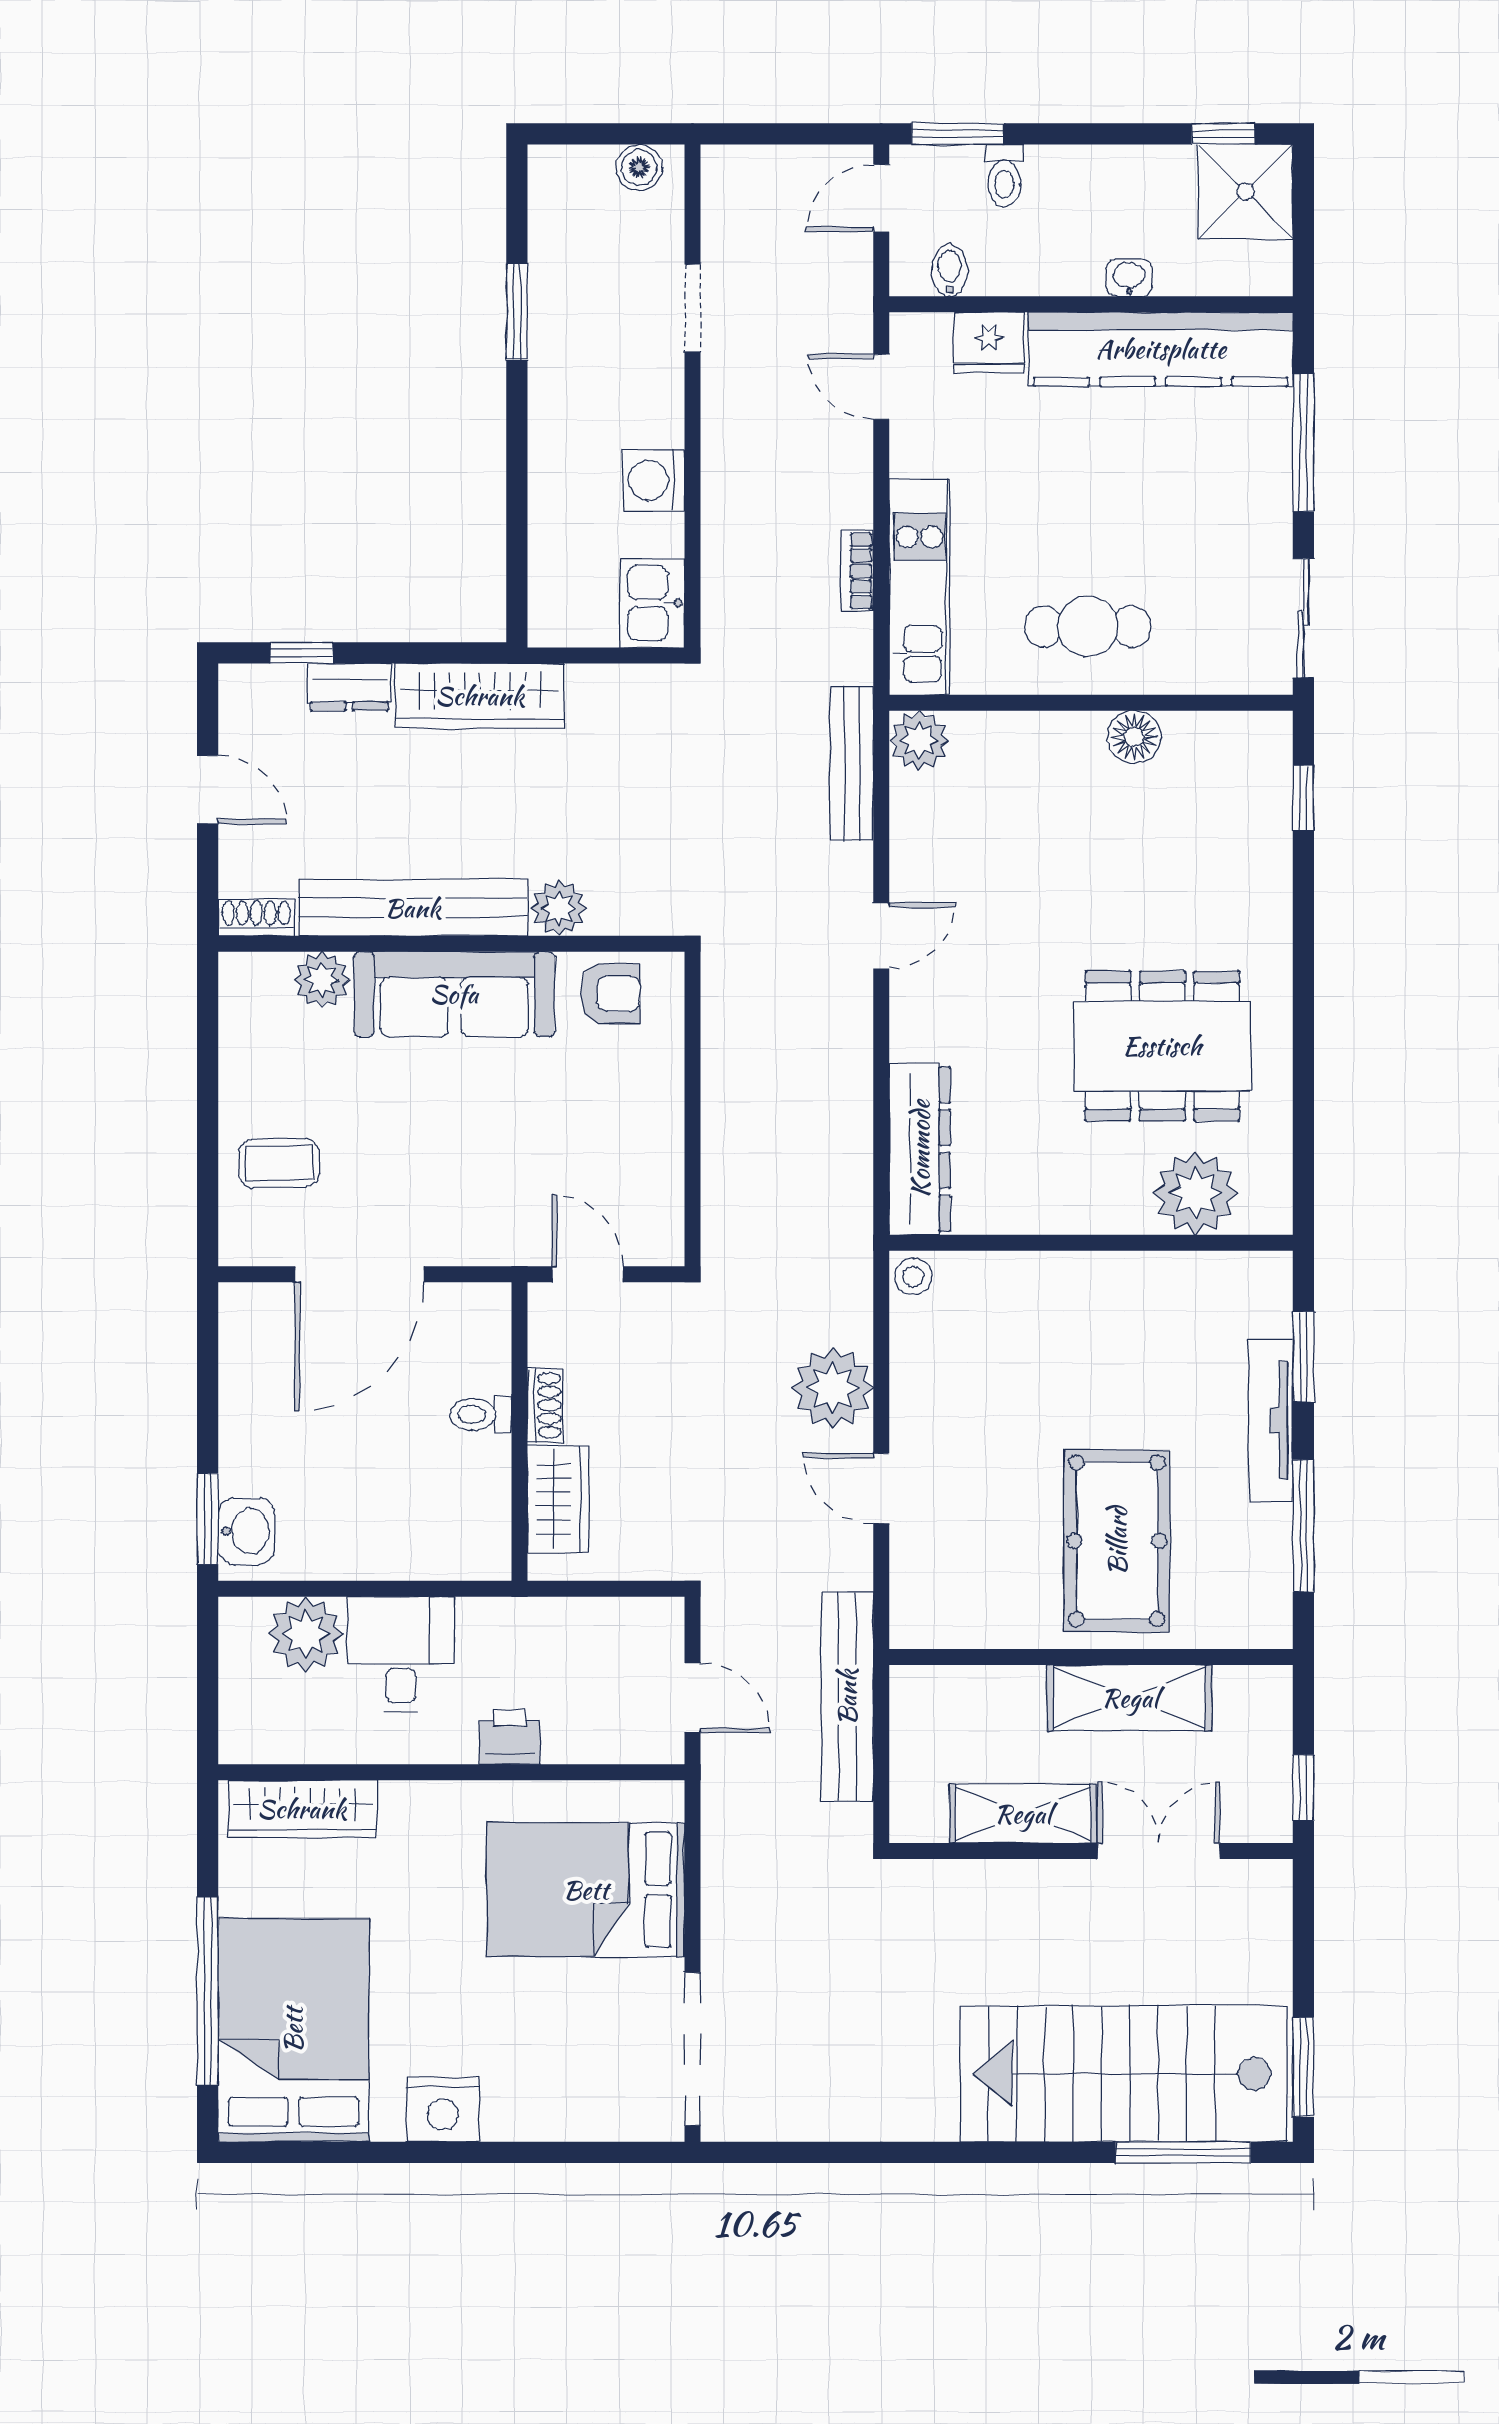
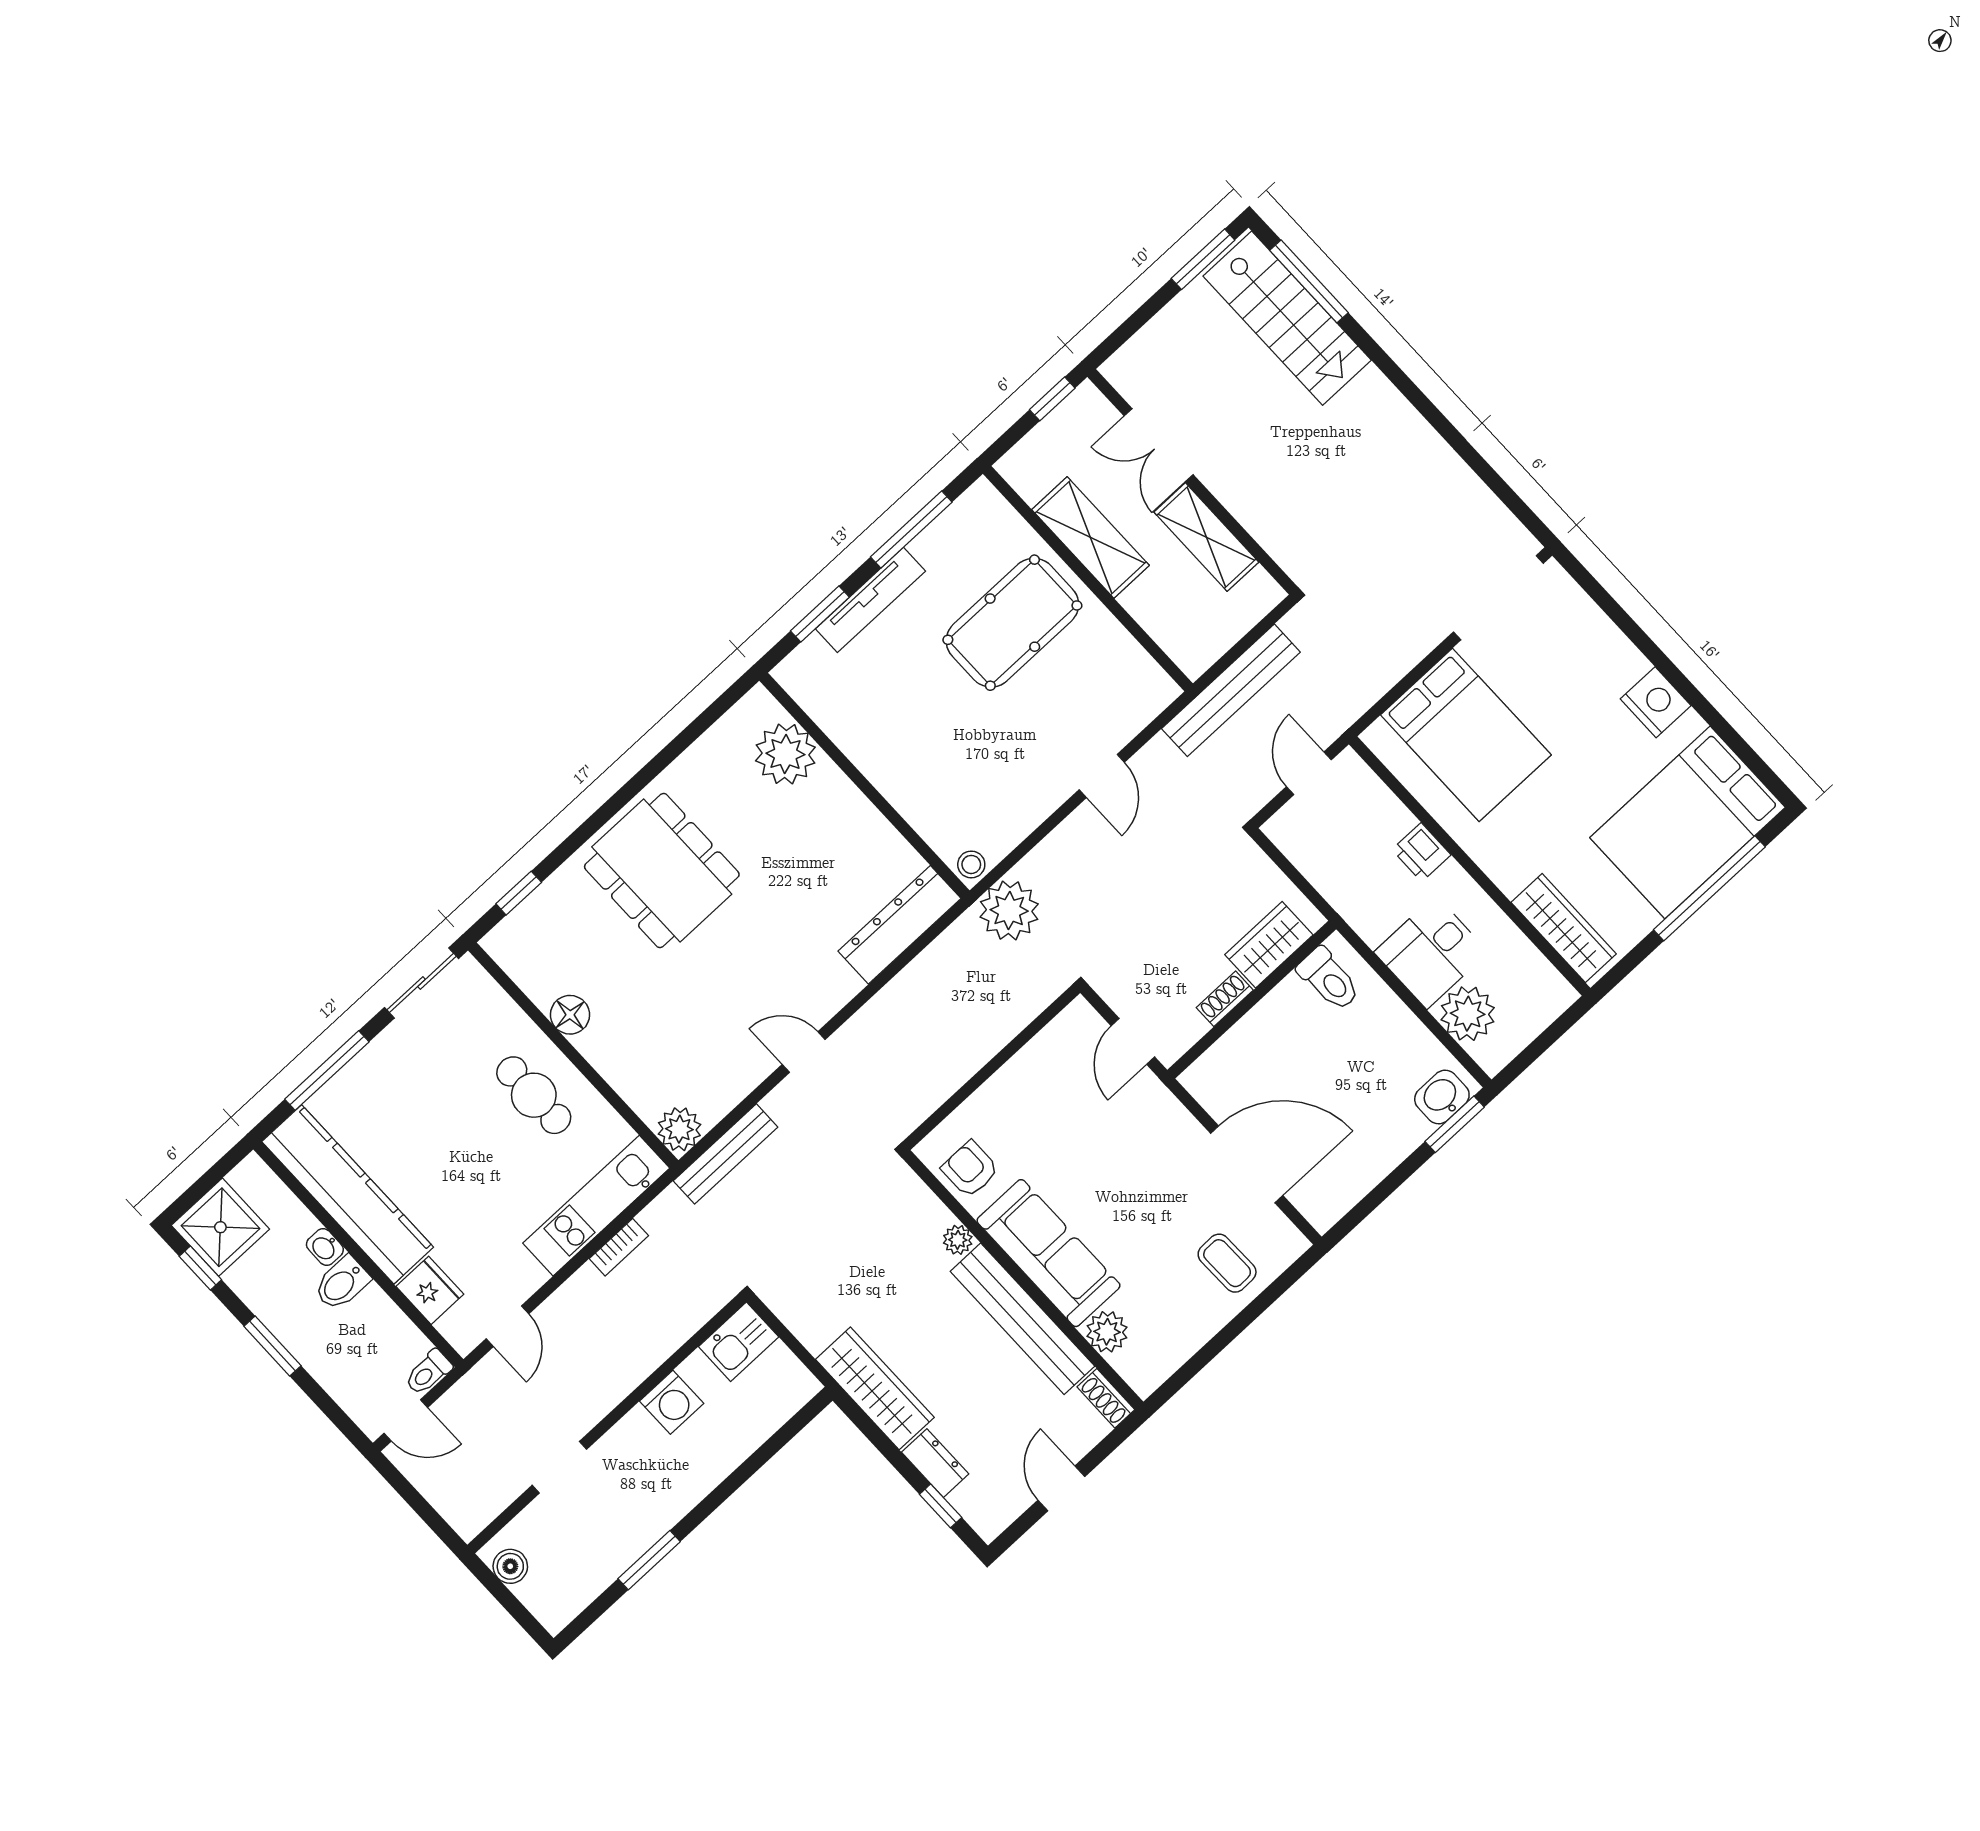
window: (958, 134) -> (272, 1346), moved
toilet: (1004, 176) -> (428, 1372), moved, turned 180
bidet: (950, 270) -> (342, 1283), moved, width x1.38, depth x1.36
plant: (559, 908) -> (958, 1240), width x0.73, depth x0.73
dining table: (1162, 1046) -> (662, 871), moved
plant: (833, 1388) -> (1009, 910), moved
toilet: (481, 1414) -> (1329, 979), moved, width x1.37, depth x1.39
stairs: (1123, 2074) -> (1287, 318), width x0.73, depth x0.66

